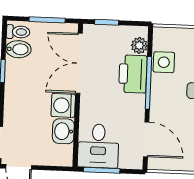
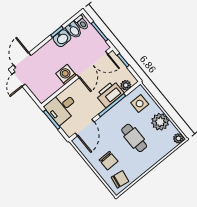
side table: (164, 62) -> (140, 104), moved
double door: (79, 63) -> (92, 64), swing flipped
washbasin: (63, 131) -> (62, 38), moved, turned 180

